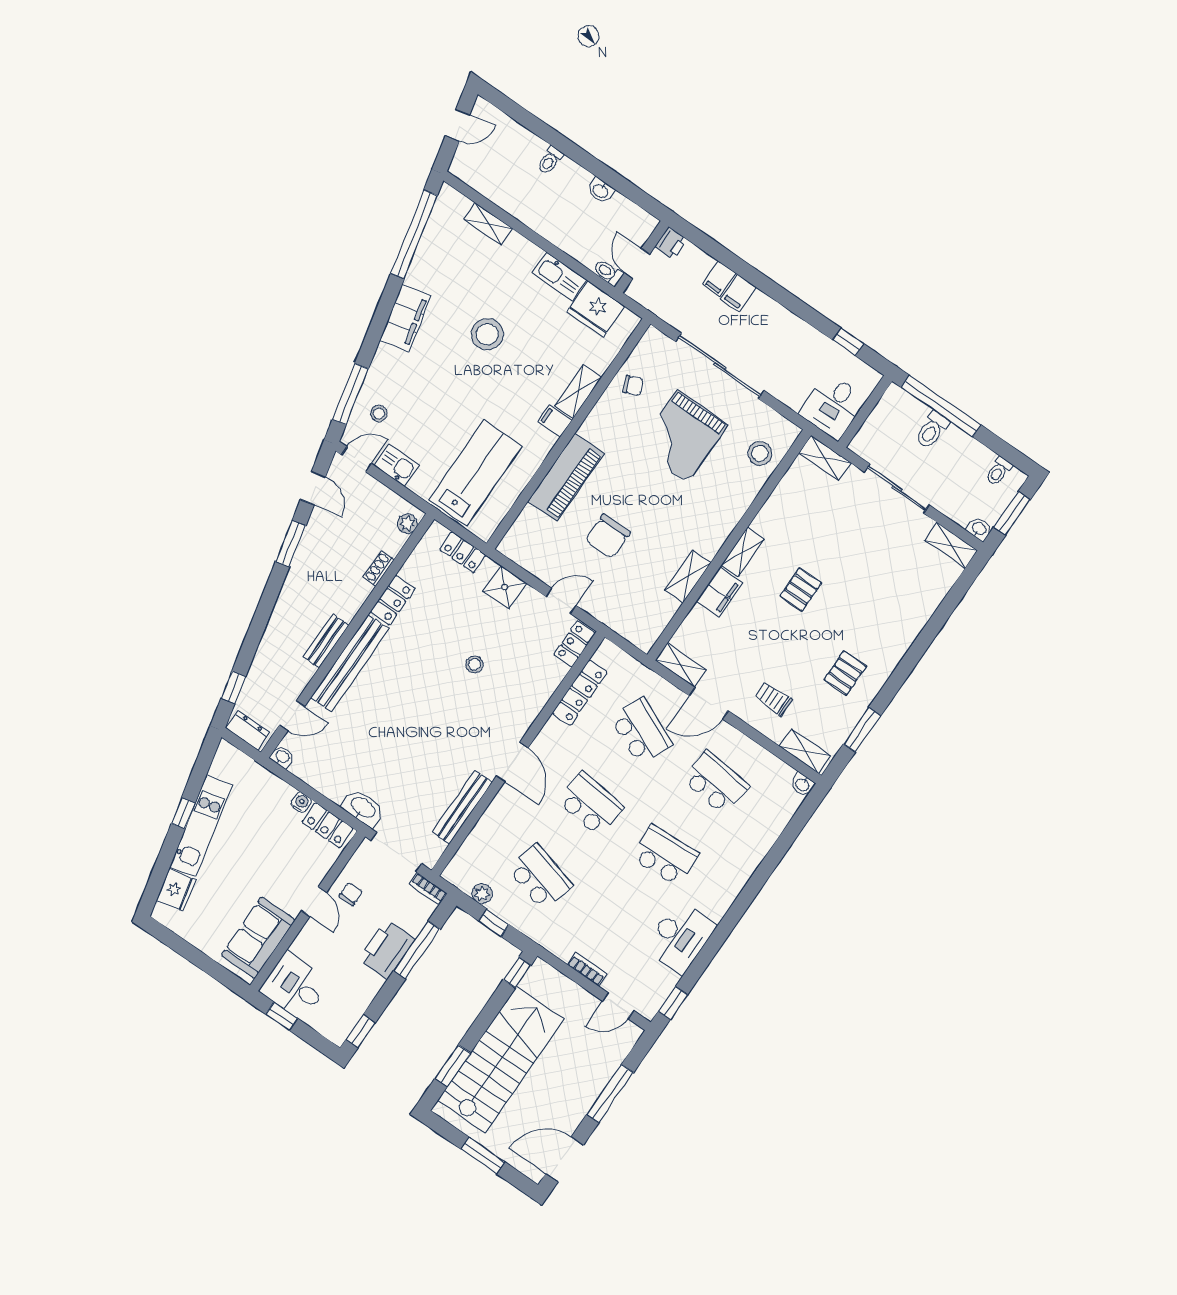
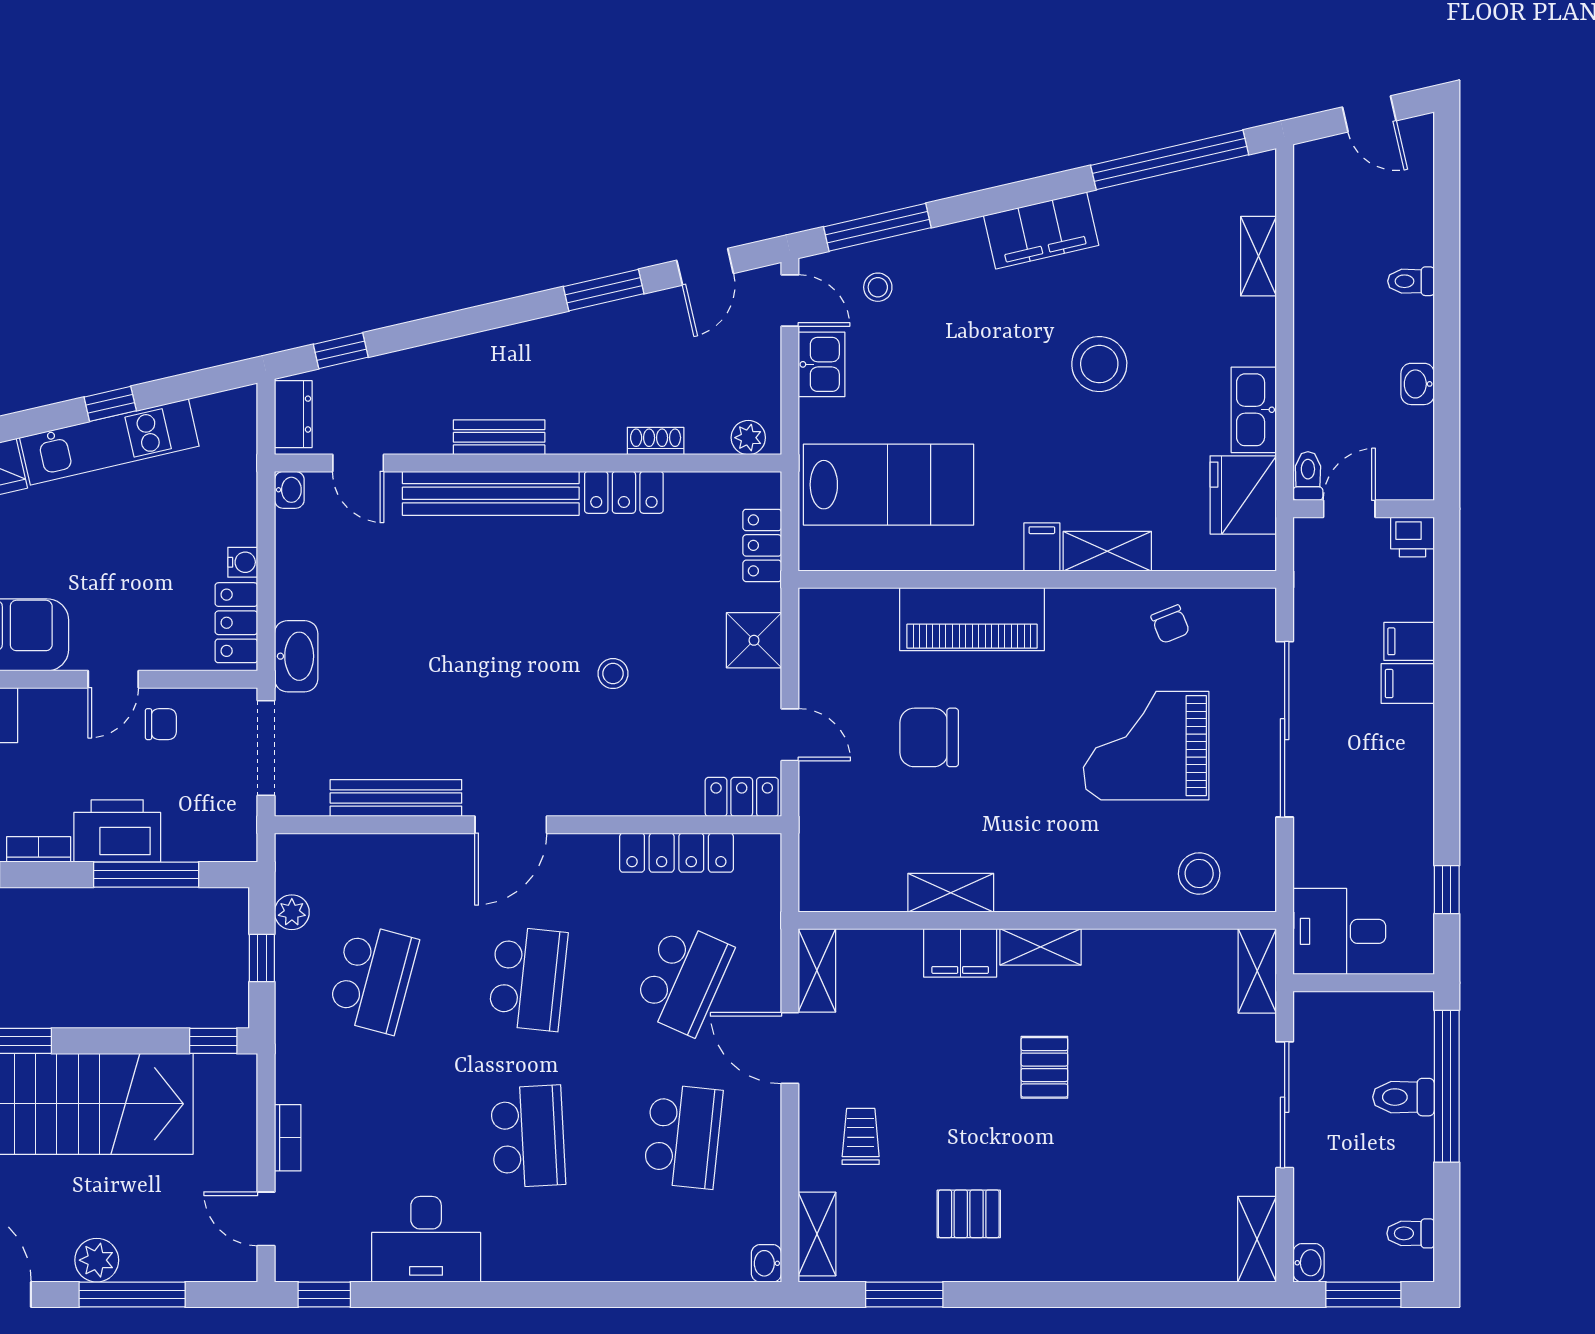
pallet: (801, 590) -> (1044, 1067), turned 90
bookcase: (428, 889) -> (39, 849), moved, turned 90
plant: (582, 1099) -> (97, 1260), added

